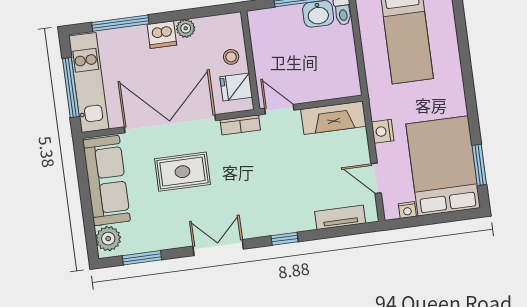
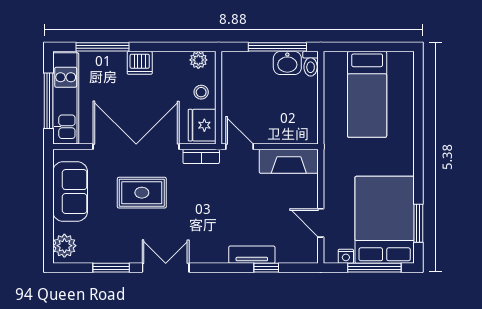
plant: (186, 28) -> (198, 60), moved
fridge: (236, 87) -> (202, 125), width x1.38
nightstand: (383, 131) -> (333, 180), removed
sofa: (106, 181) -> (70, 192), width x0.73
tv unit: (340, 217) -> (252, 255), moved
window: (439, 218) -> (374, 268), added
window: (285, 239) -> (266, 268), moved
window: (142, 258) -> (111, 268), moved

